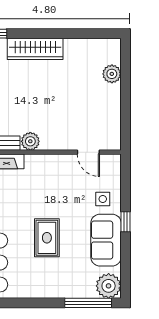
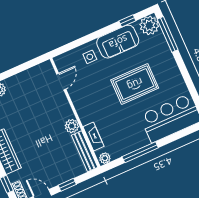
window: (125, 222) -> (127, 21), moved
rug: (47, 238) -> (135, 84), width x1.36, depth x1.43

